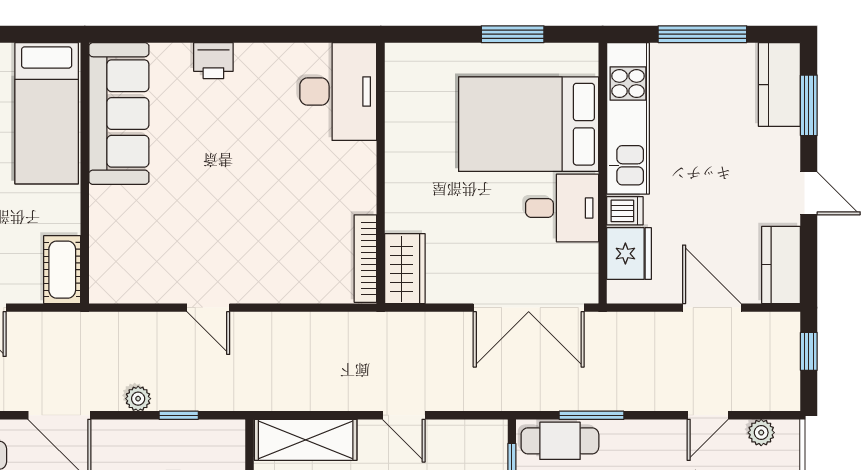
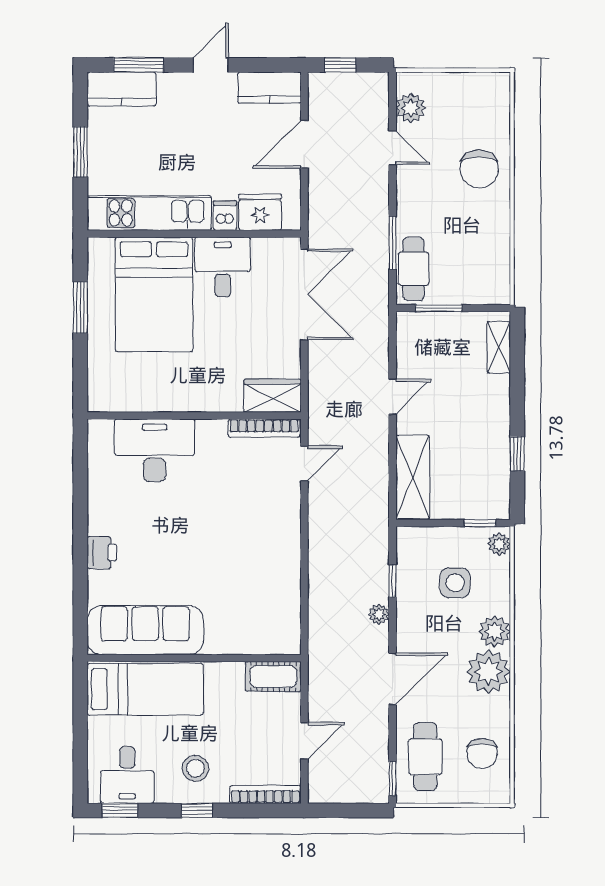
window: (702, 34) -> (80, 152), width x0.69
desk: (338, 92) -> (155, 450), moved
door: (208, 308) -> (304, 463), moved
plant: (761, 433) -> (411, 108), width x1.38, depth x1.38

